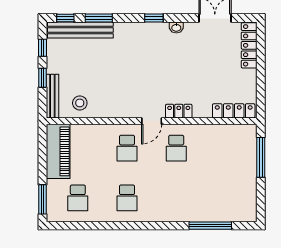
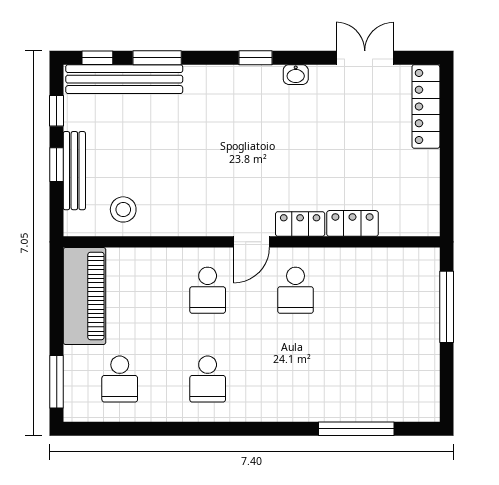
bench: (52, 96) -> (74, 171), moved
locker: (234, 111) -> (352, 223), moved, width x0.66

